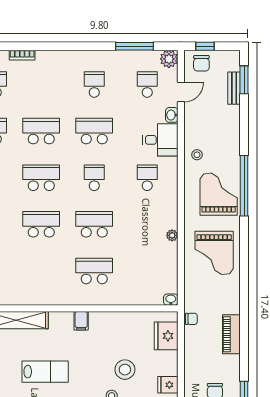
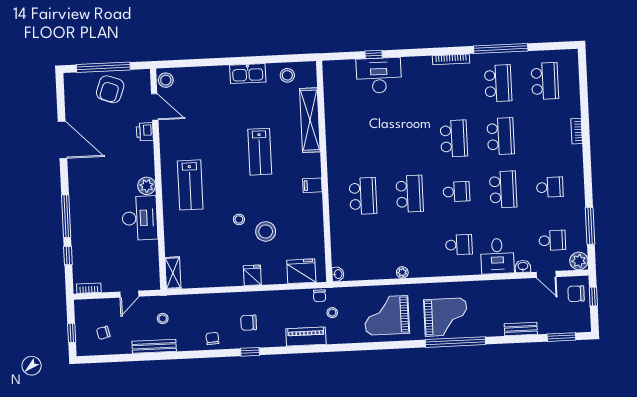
bookcase: (22, 55) -> (577, 131), moved
bench: (234, 88) -> (521, 329), moved
stool: (197, 155) -> (332, 313), moved
school desk: (41, 224) -> (407, 141), removed

